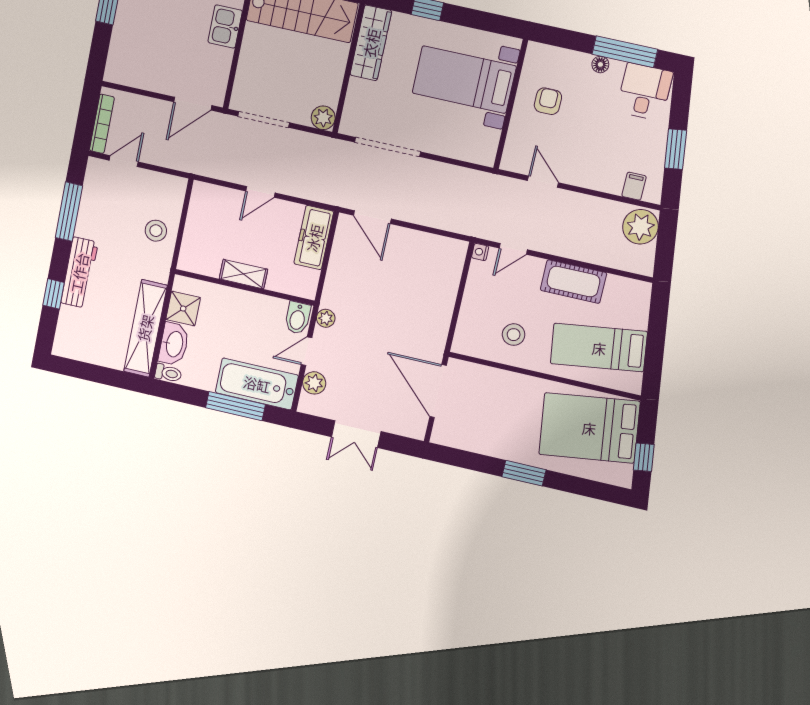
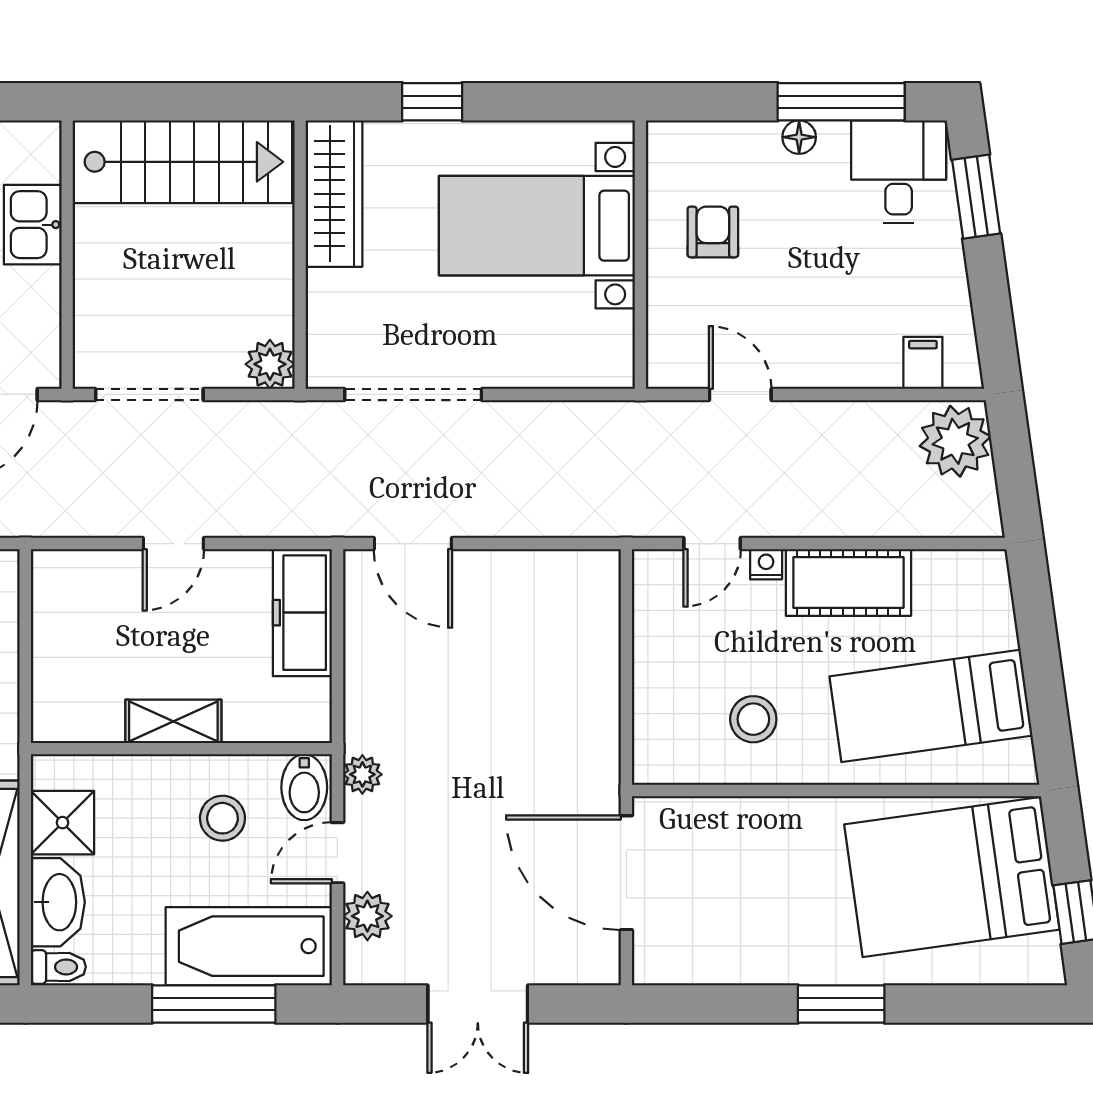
window: (676, 149) -> (976, 197), moved
nightstand: (480, 252) -> (766, 564), moved, turned 90
stool: (257, 323) -> (222, 818), added

